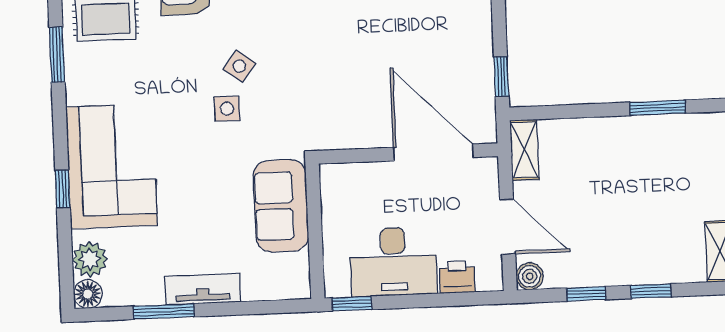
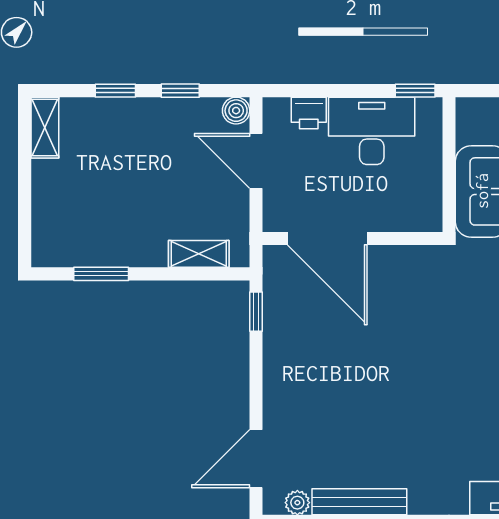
shelving: (524, 150) -> (199, 254), moved, turned 90

